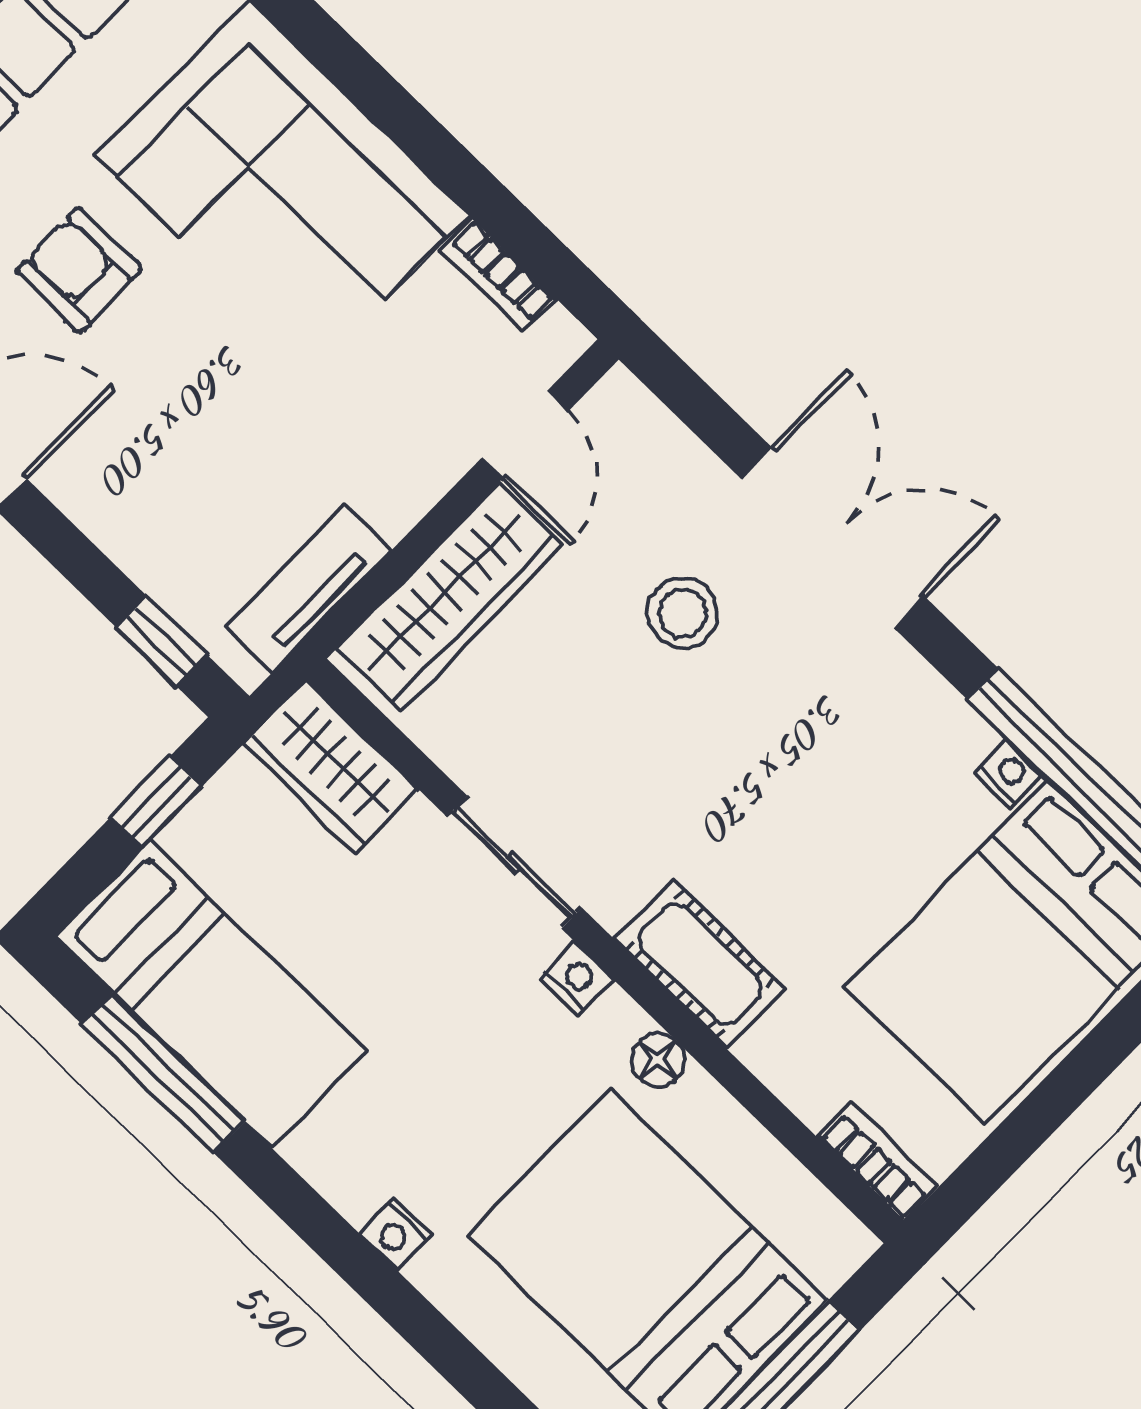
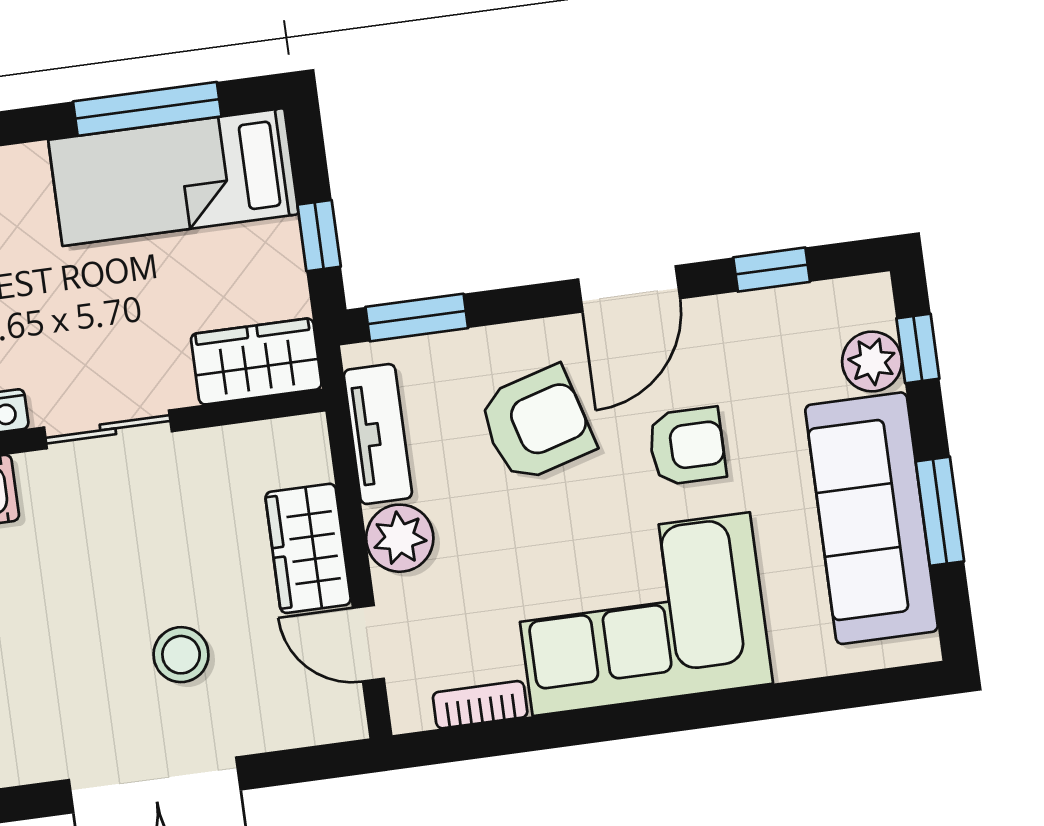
armchair: (174, 438) -> (536, 424), added
plant: (395, 486) -> (400, 538), added
wardrobe: (450, 597) -> (308, 548), width x0.67
window: (161, 641) -> (417, 318), width x1.50

